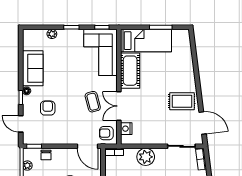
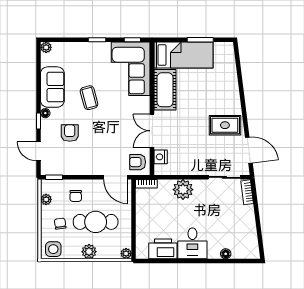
plant: (52, 34) -> (46, 47), moved
coffee table: (93, 102) -> (89, 98), moved
chair: (46, 155) -> (76, 196), moved

